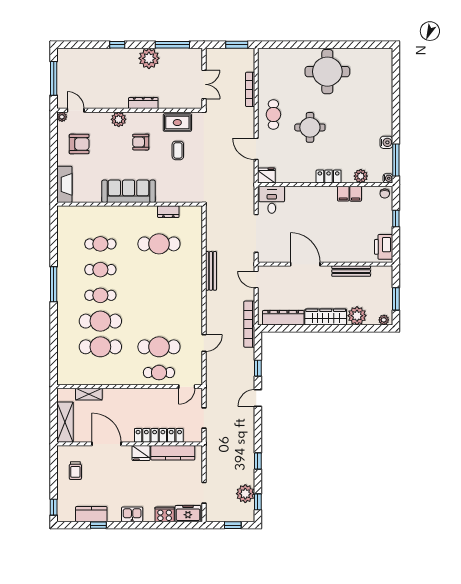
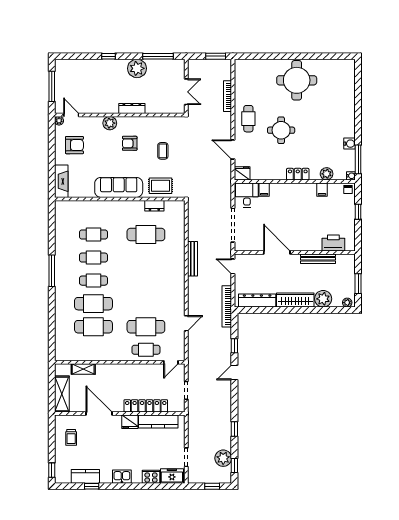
rug: (177, 123) -> (160, 186), moved
filing cabinet: (343, 194) -> (264, 190), moved
printer: (384, 247) -> (333, 243), moved, turned 90

